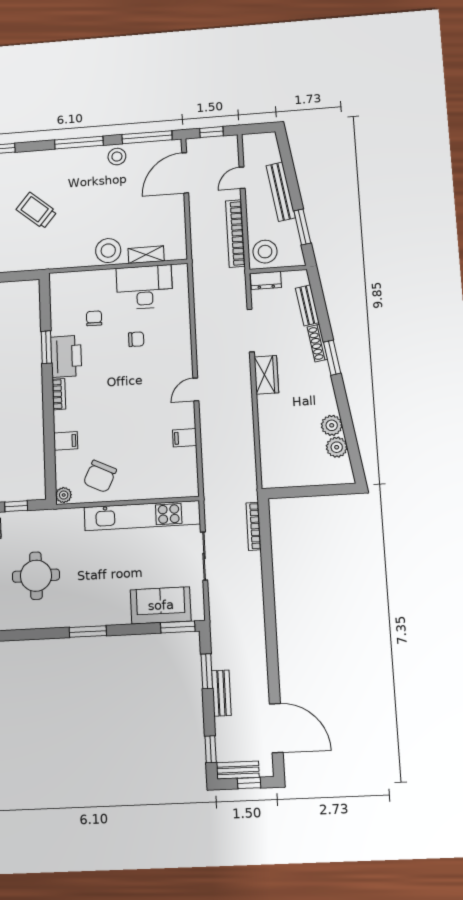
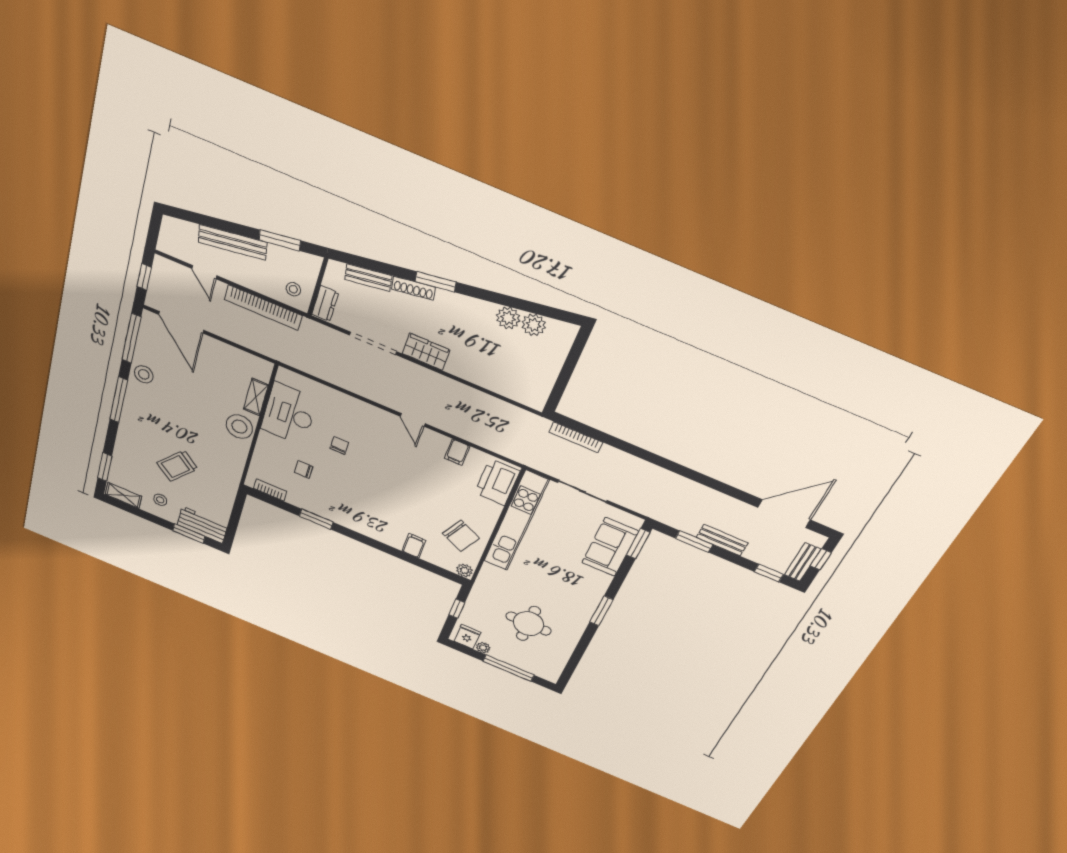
stool: (265, 252) -> (293, 289), width x0.53, depth x0.53
printer: (66, 356) -> (497, 482), moved, turned -90
bookcase: (59, 394) -> (270, 490), moved

